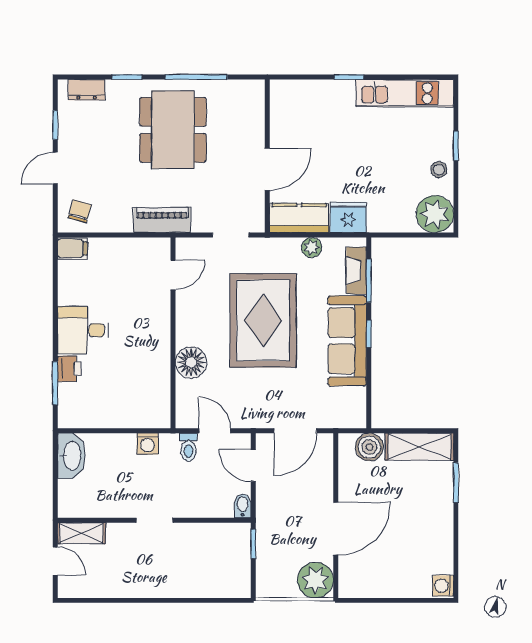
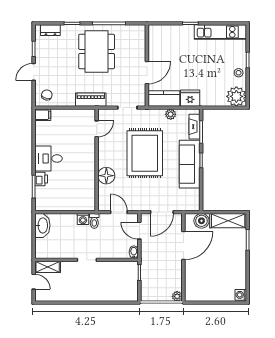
toilet: (188, 447) -> (94, 221), moved
door: (336, 528) -> (183, 246), moved
plant: (315, 580) -> (177, 296), width x0.53, depth x0.53

